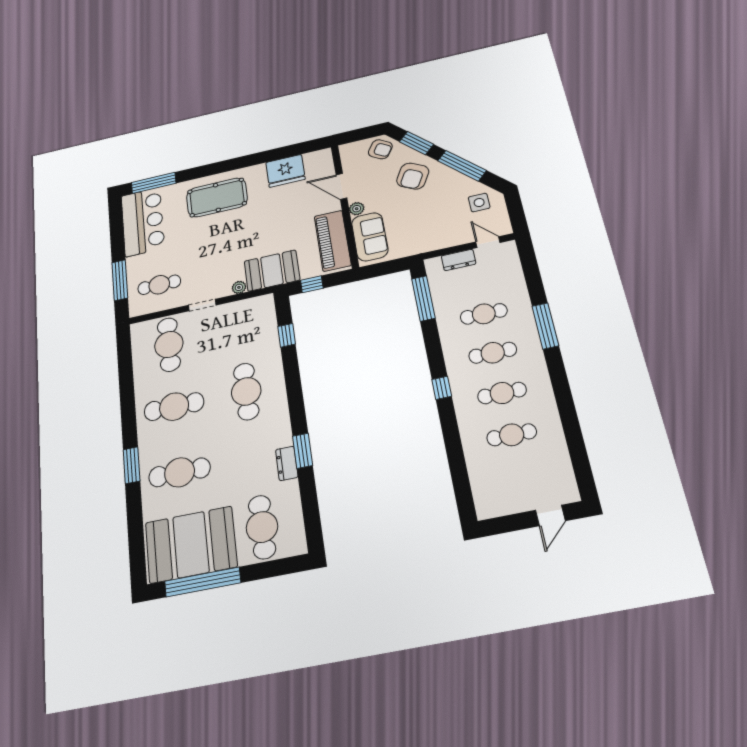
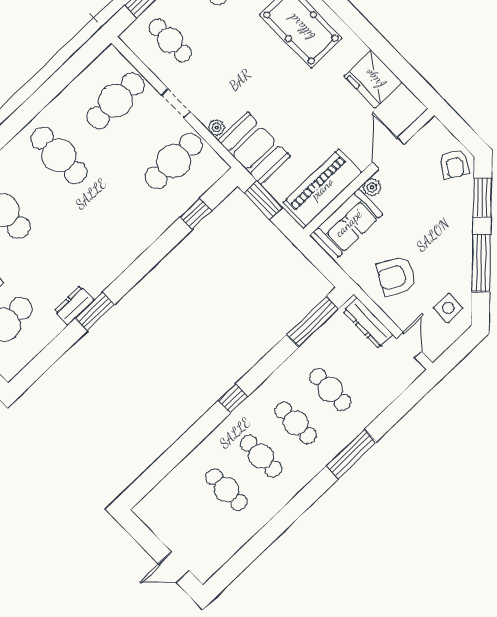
armchair: (413, 176) -> (397, 276), moved
dresser: (459, 260) -> (368, 323), width x1.44
window: (312, 284) -> (263, 200), width x1.50
cafe table: (246, 391) -> (174, 161), moved

